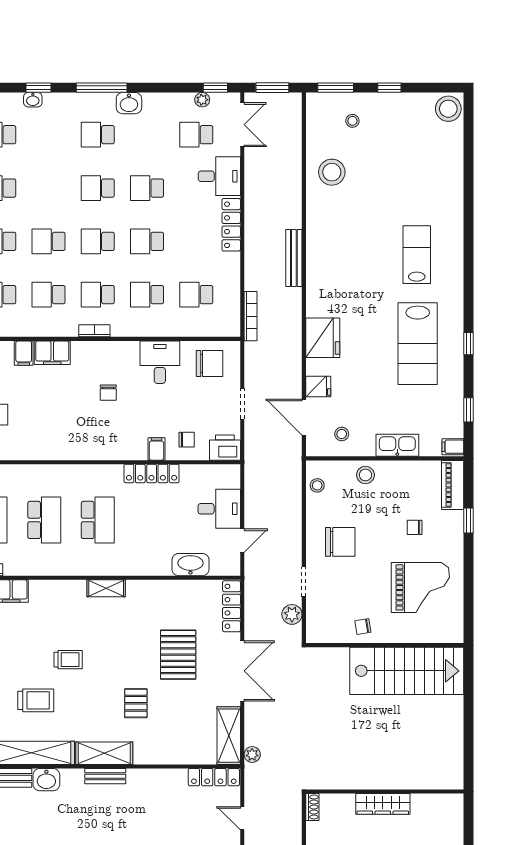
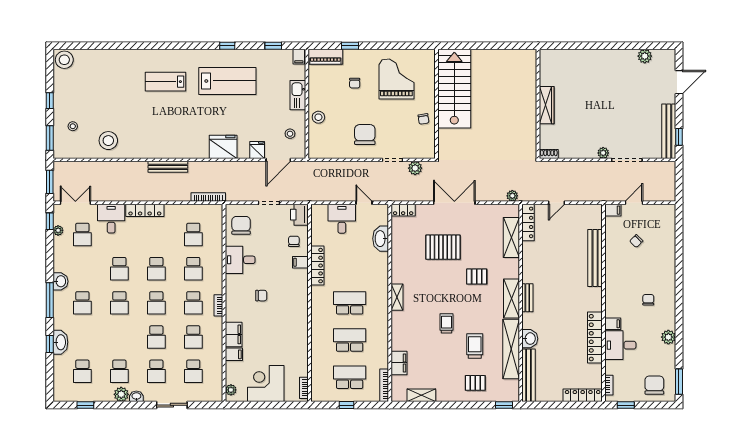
washbasin: (33, 100) -> (60, 342), width x1.91, depth x1.45
stool: (317, 485) -> (326, 151), removed
locker: (232, 606) -> (403, 210), width x0.66
shelving: (229, 736) -> (511, 237), moved, turned 90

